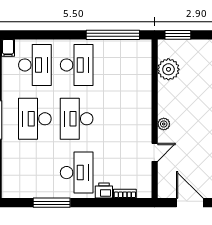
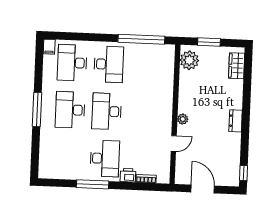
window: (178, 35) -> (209, 42), moved
desk: (35, 65) -> (72, 63), turned 180
plant: (168, 69) -> (189, 60), moved
window: (52, 203) -> (93, 184), moved

